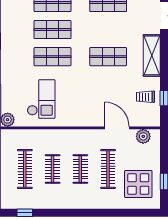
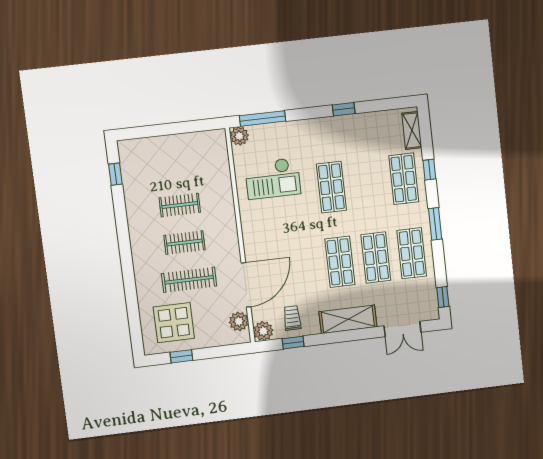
shop shelf: (52, 30) -> (376, 258), moved
plant: (153, 119) -> (263, 331), added
door: (117, 128) -> (246, 285), width x1.36
clothes rail: (25, 169) -> (175, 167), removed

